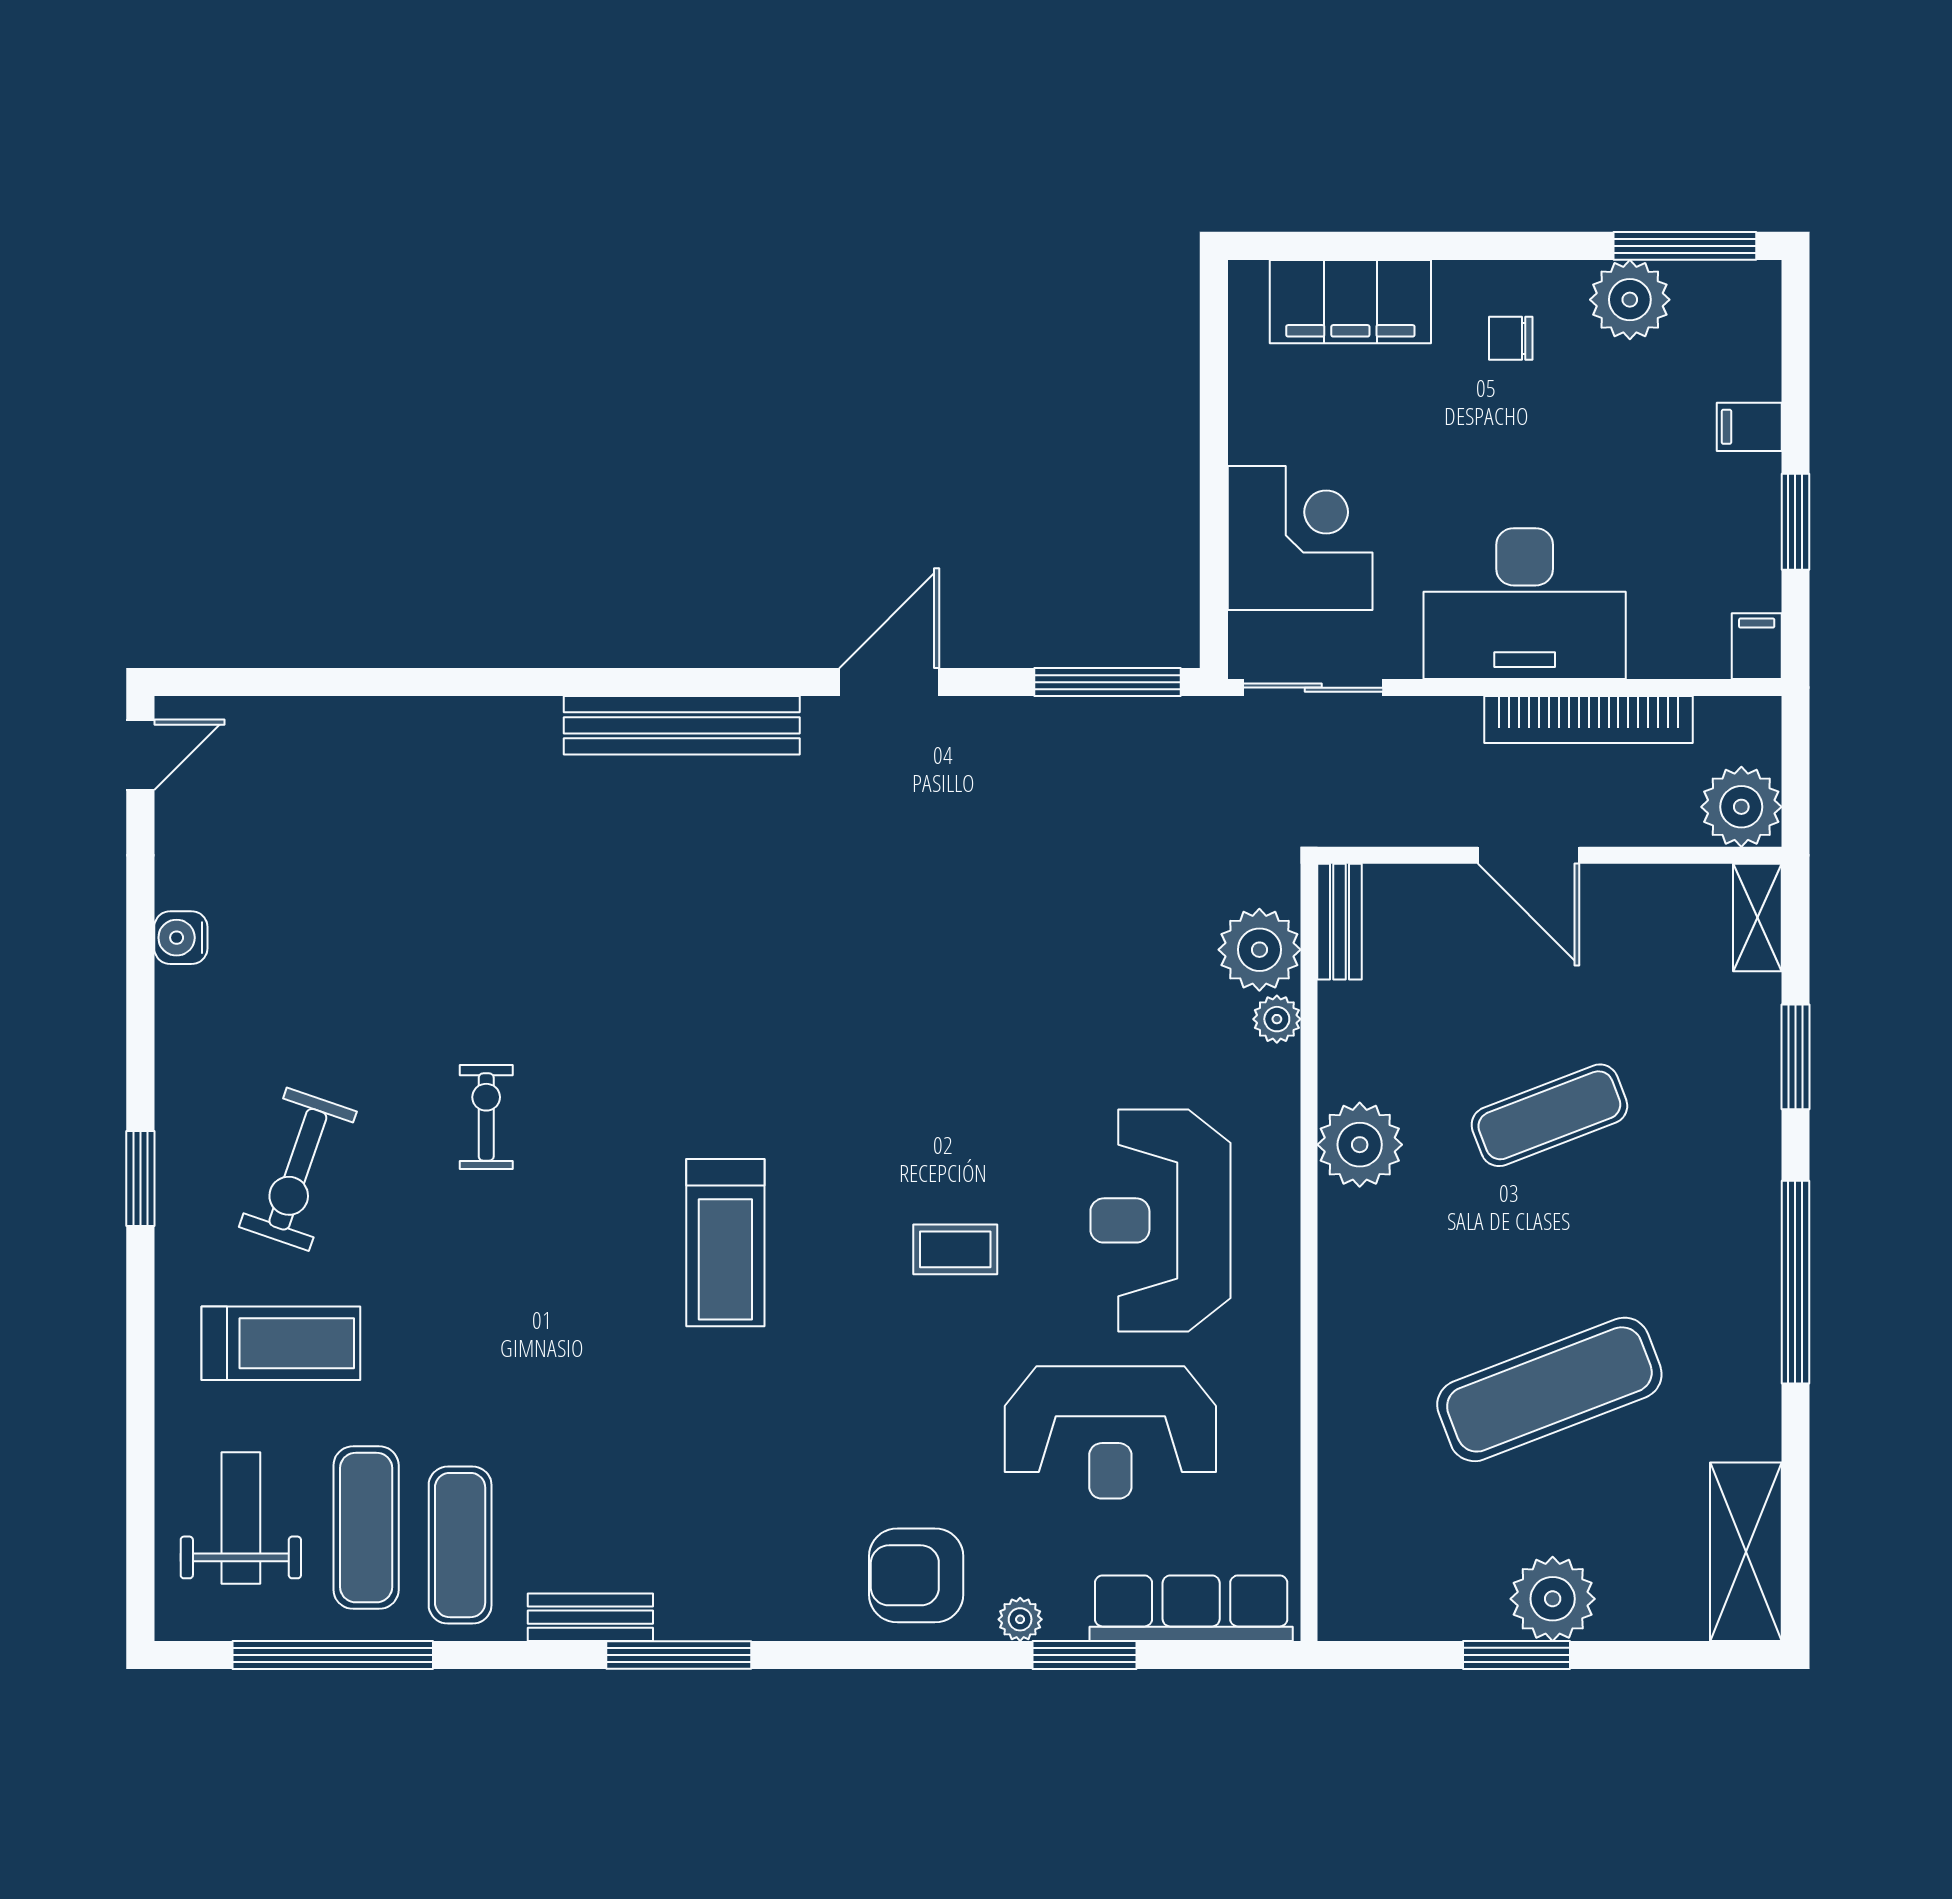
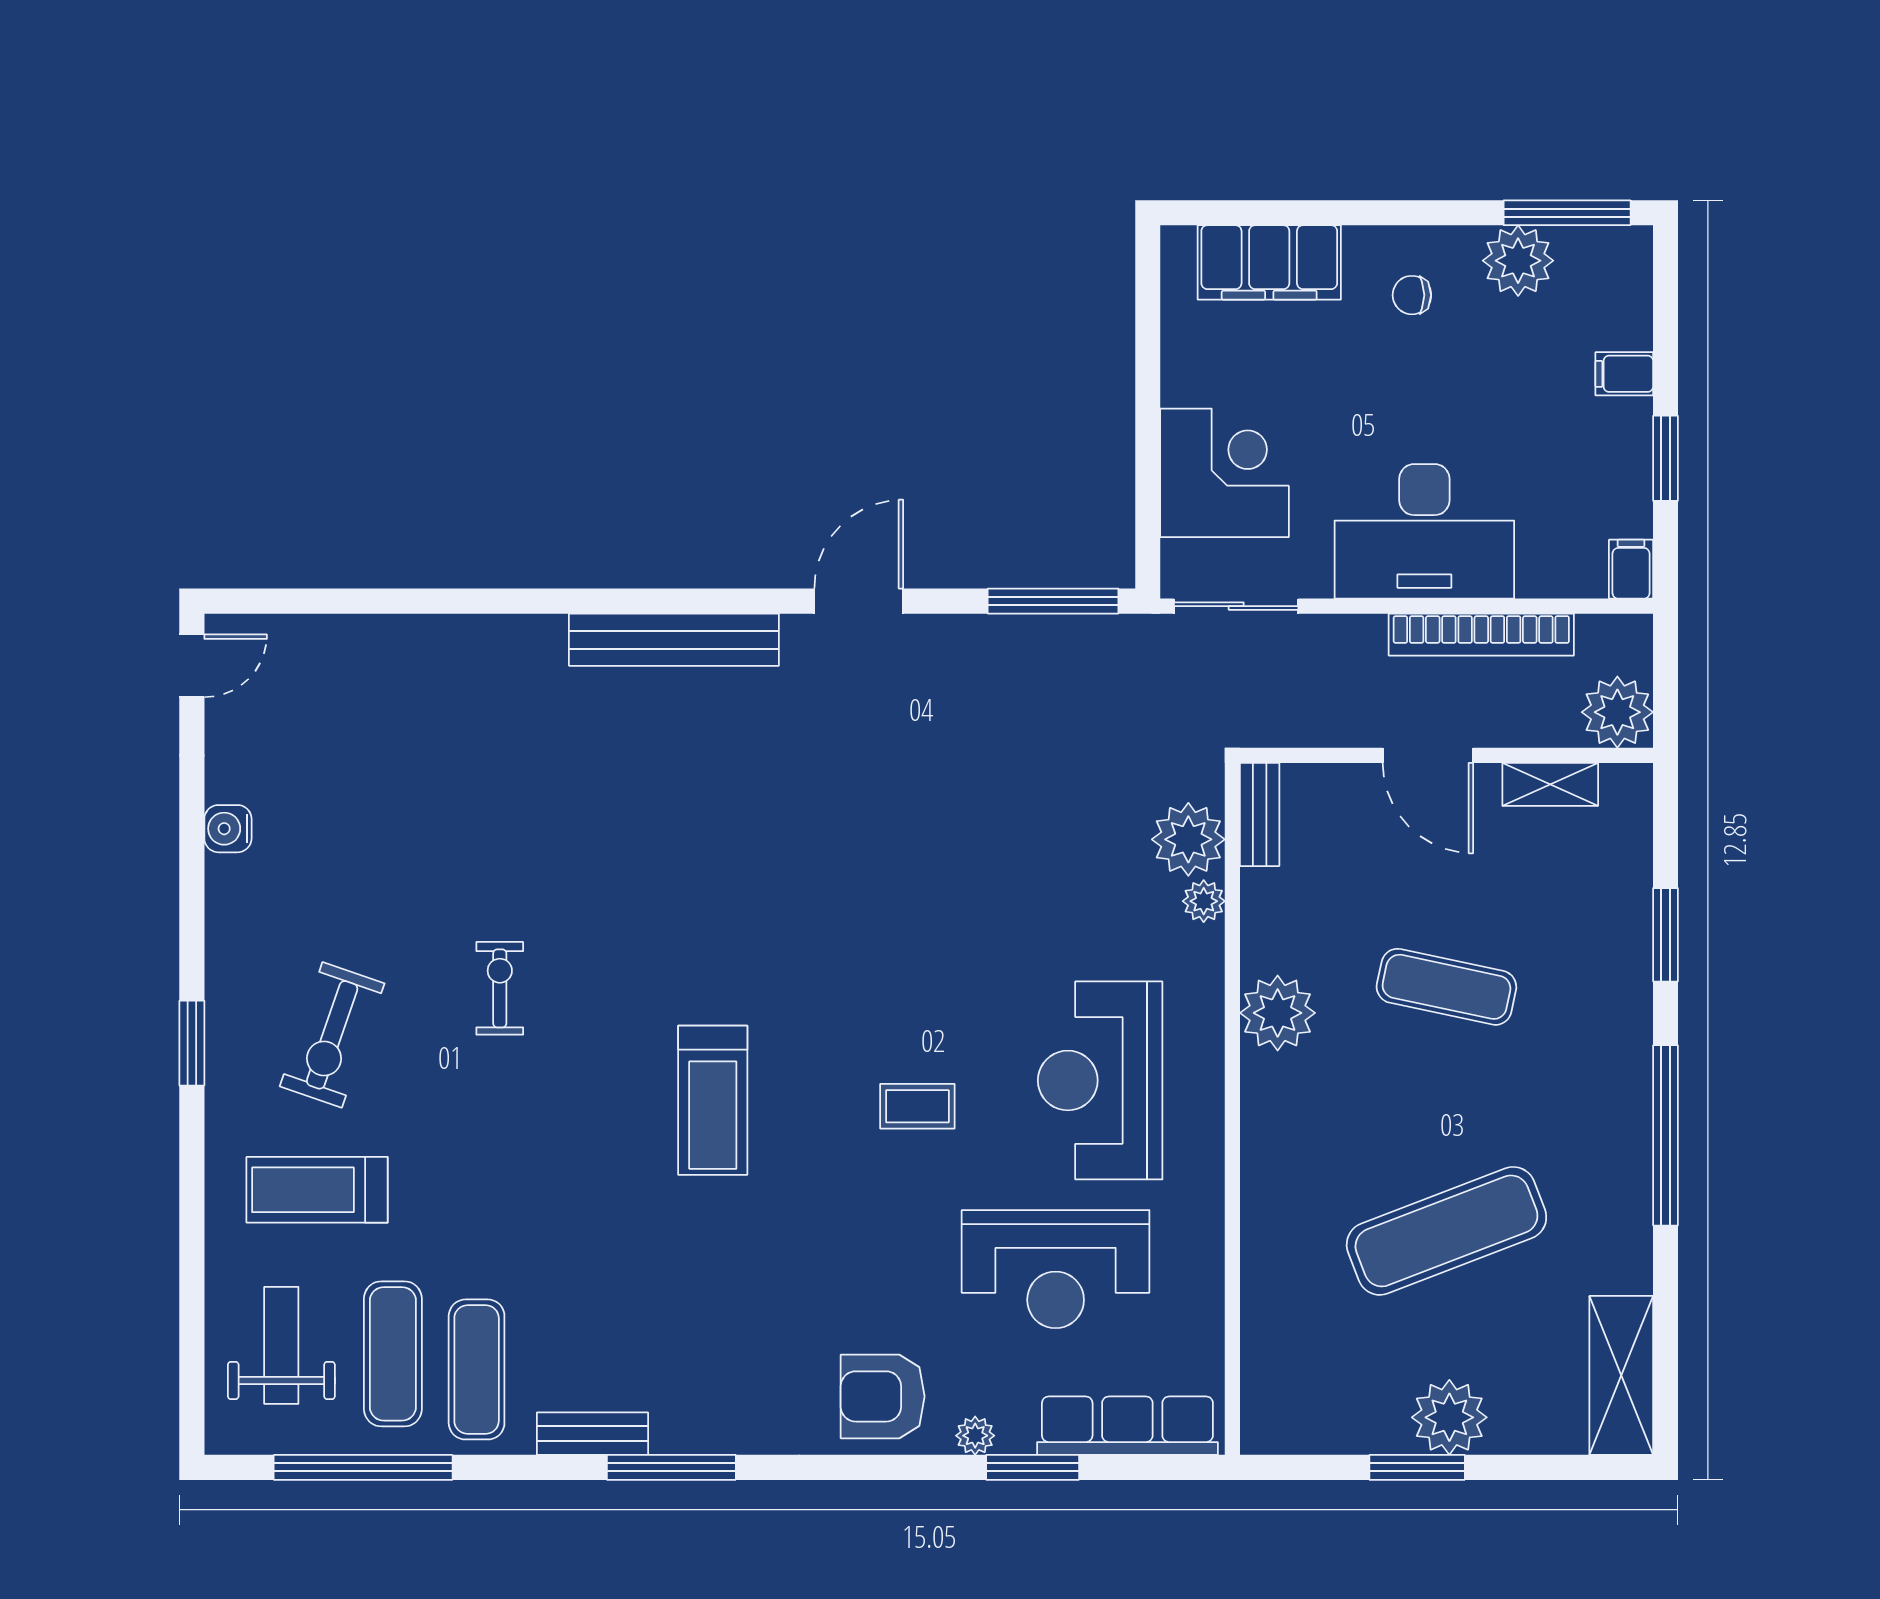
shelving: (1757, 918) -> (1550, 784), moved, turned 90
exercise mat: (1549, 1115) -> (1446, 987), turned 33
treadmill: (281, 1343) -> (317, 1190), turned 180

